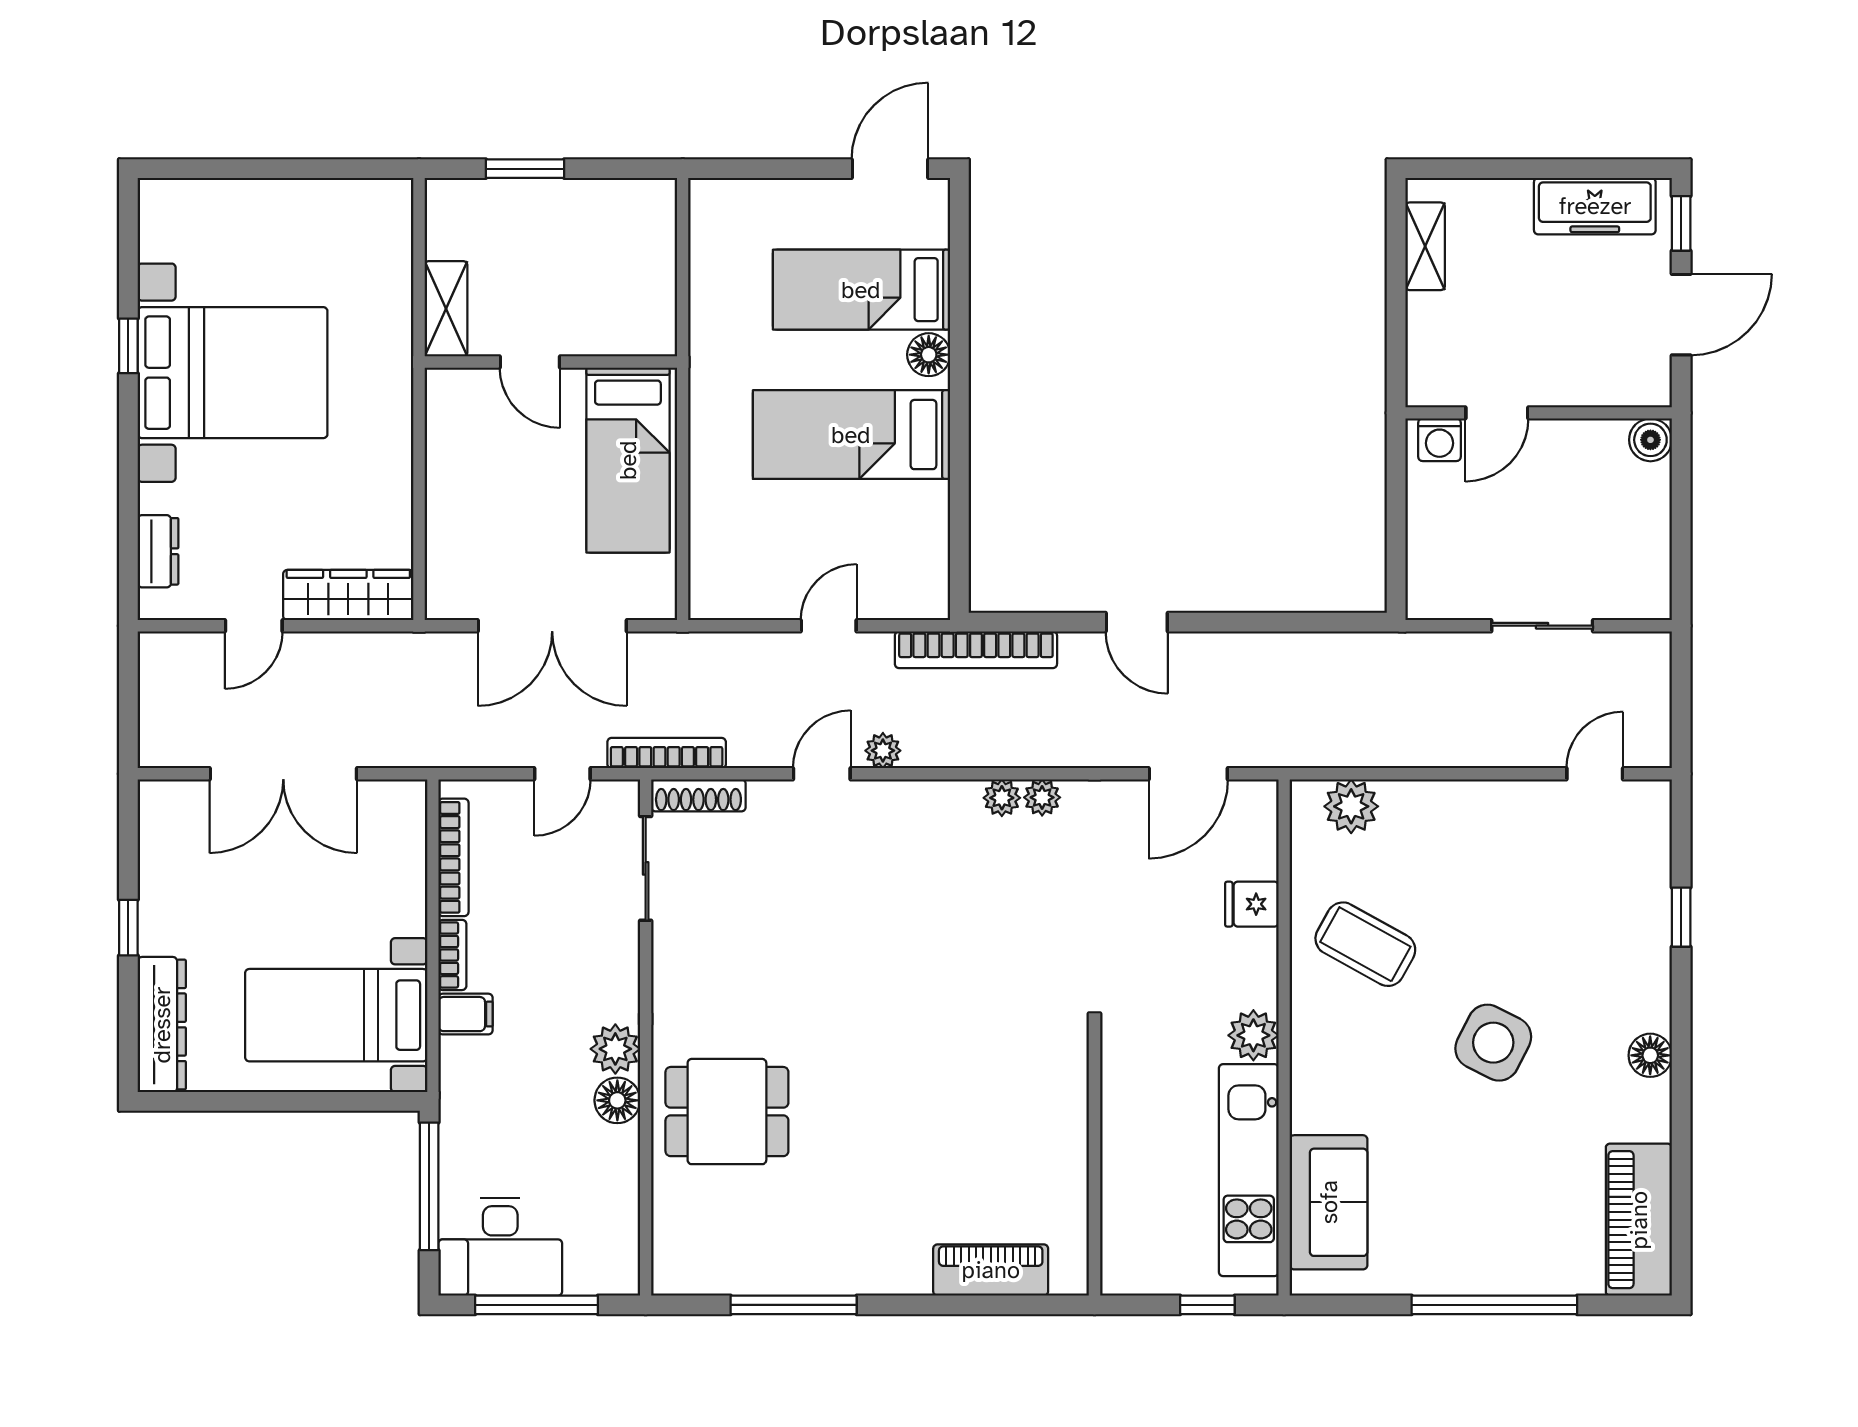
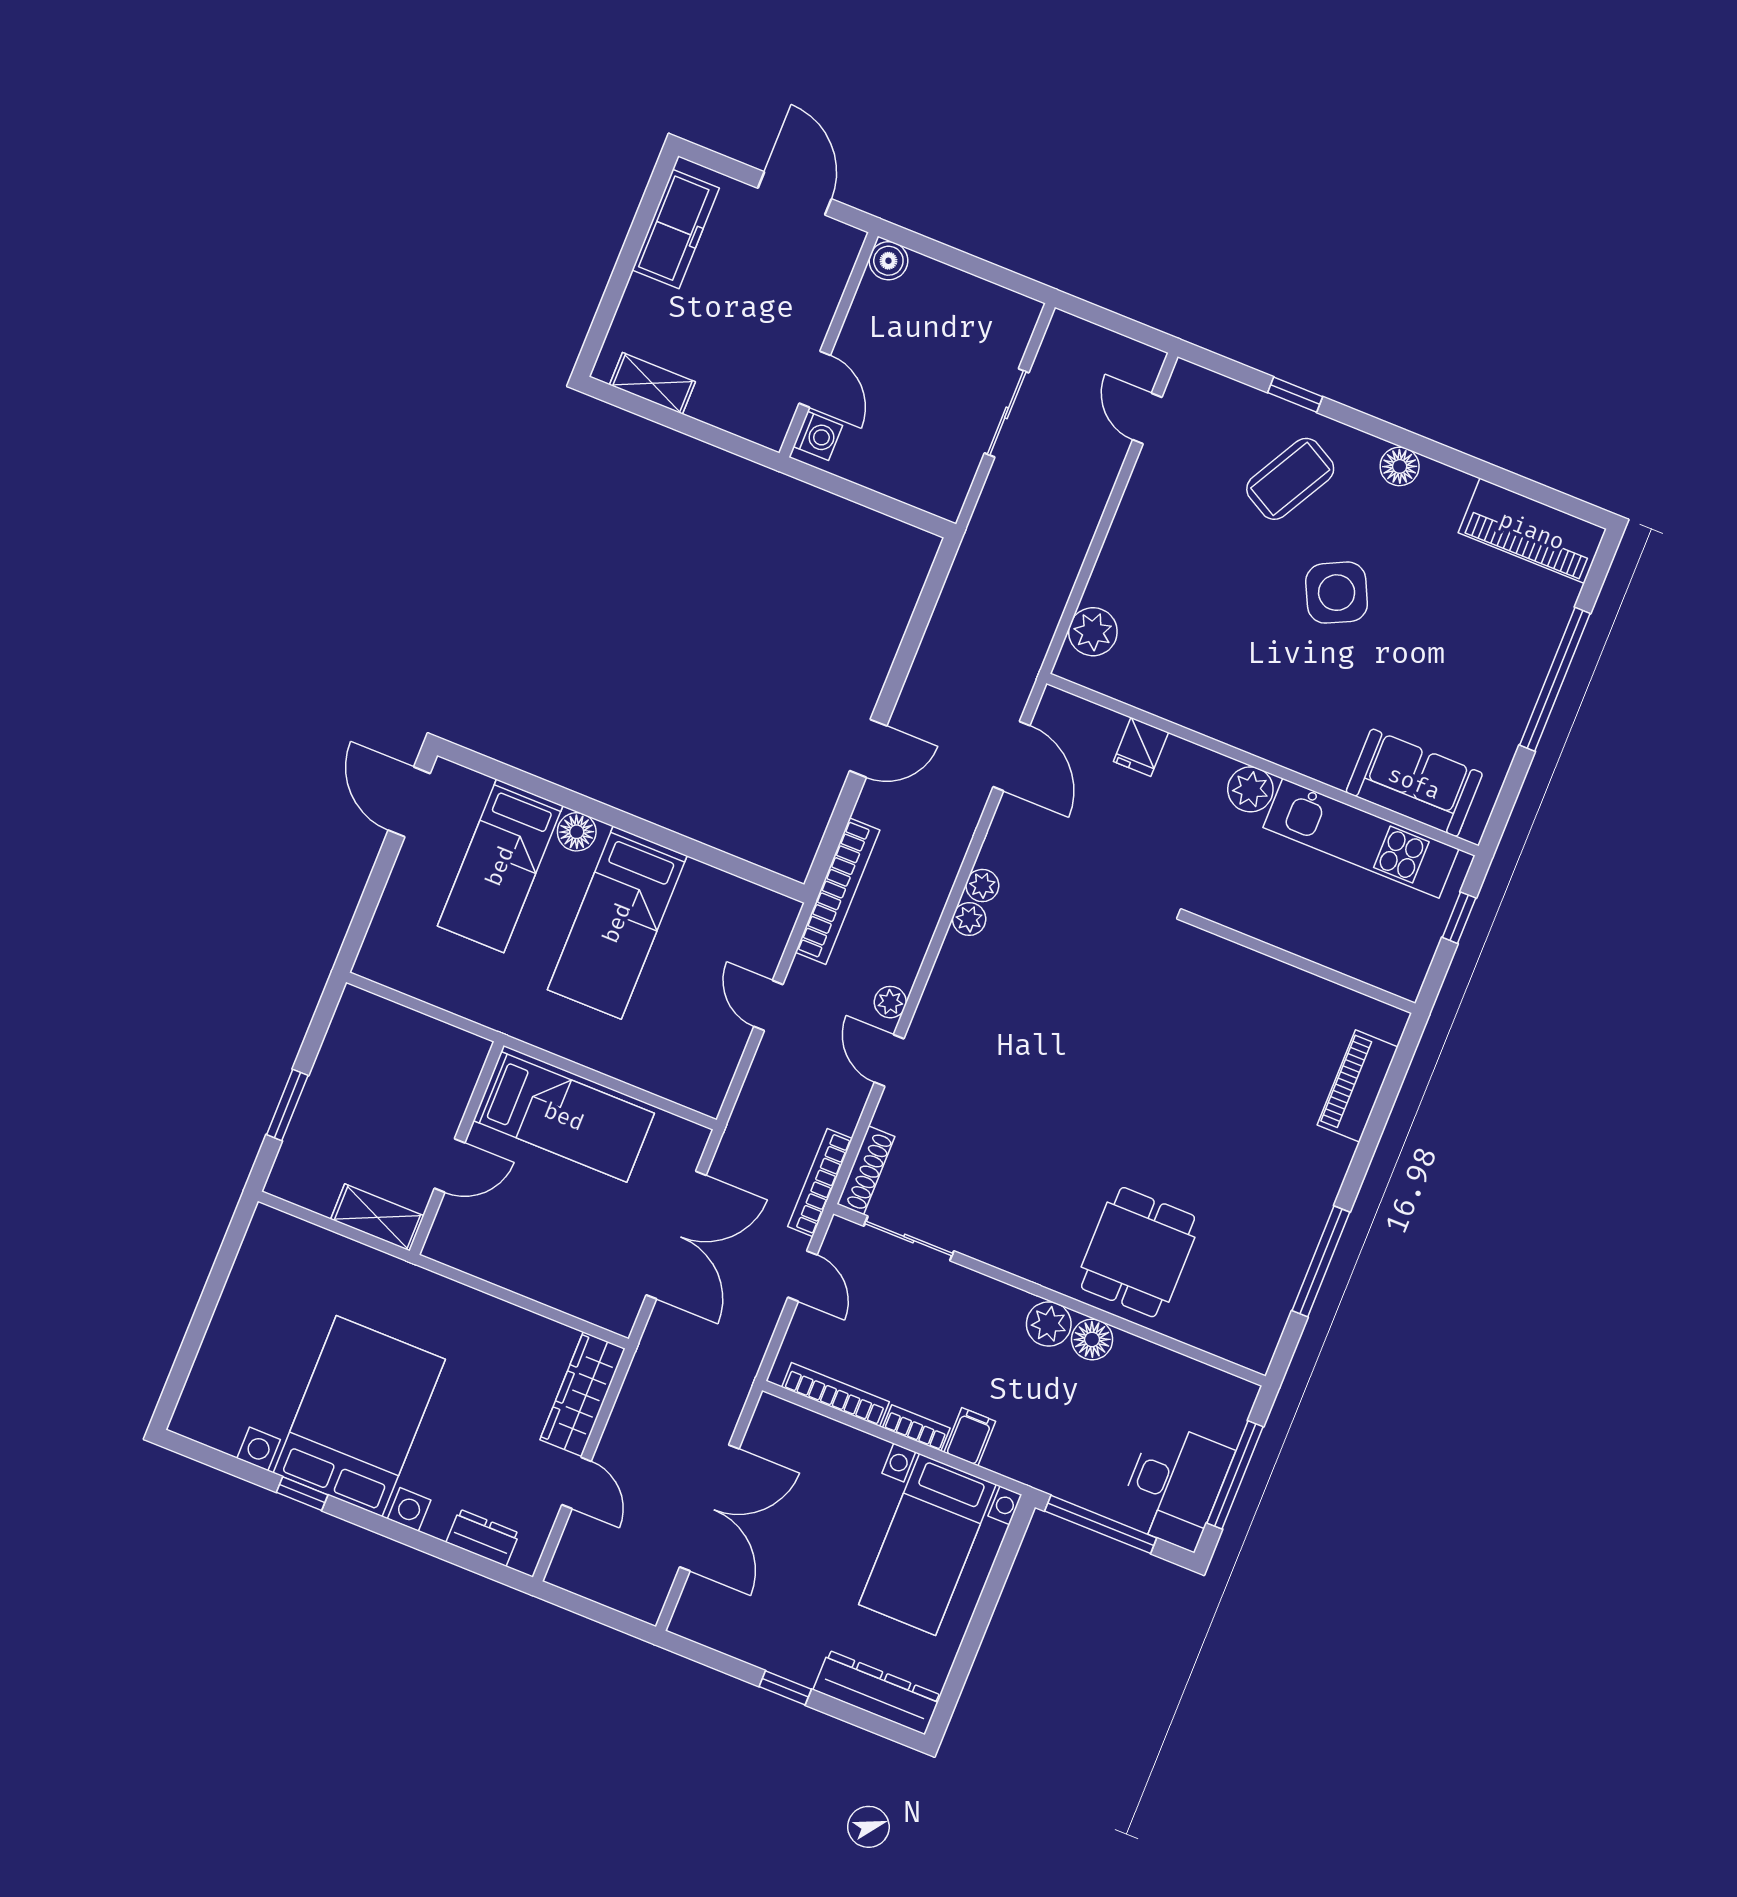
window: (1681, 223) -> (719, 163), removed
coffee table: (1365, 944) -> (1290, 479), moved
side table: (1493, 1043) -> (1337, 593), turned 37

